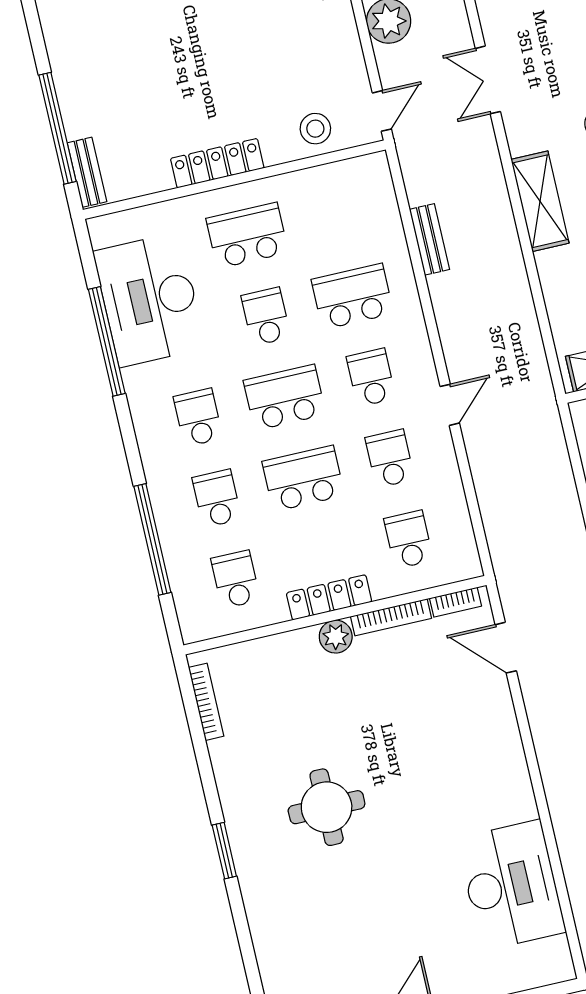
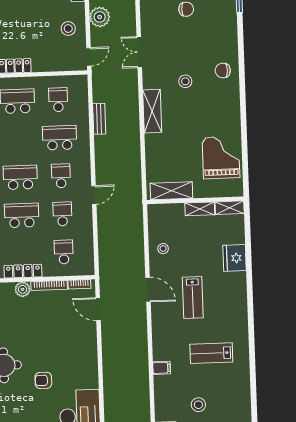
stool: (315, 129) -> (68, 29), moved
school desk: (266, 316) -> (58, 100), moved
armchair: (418, 823) -> (43, 380), added

